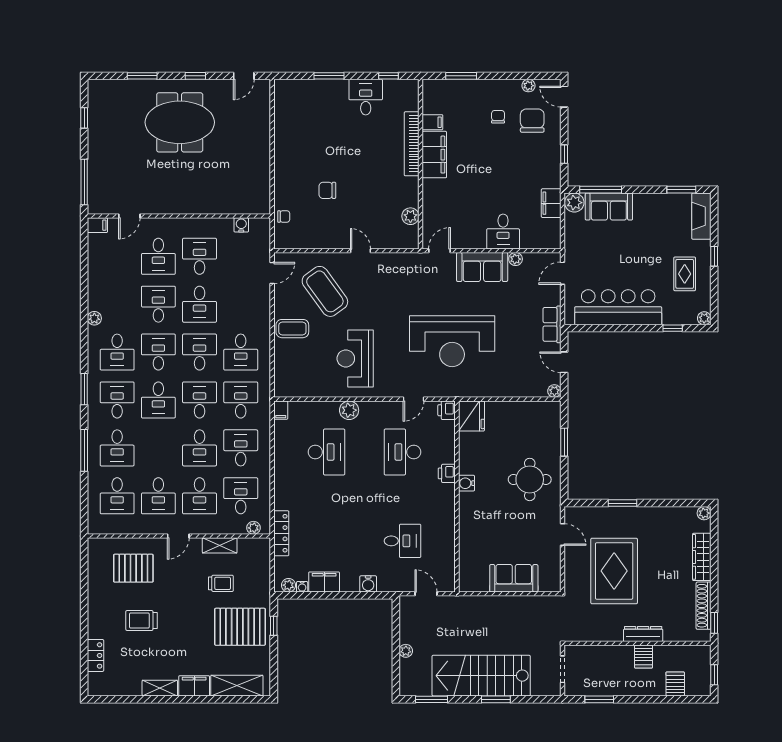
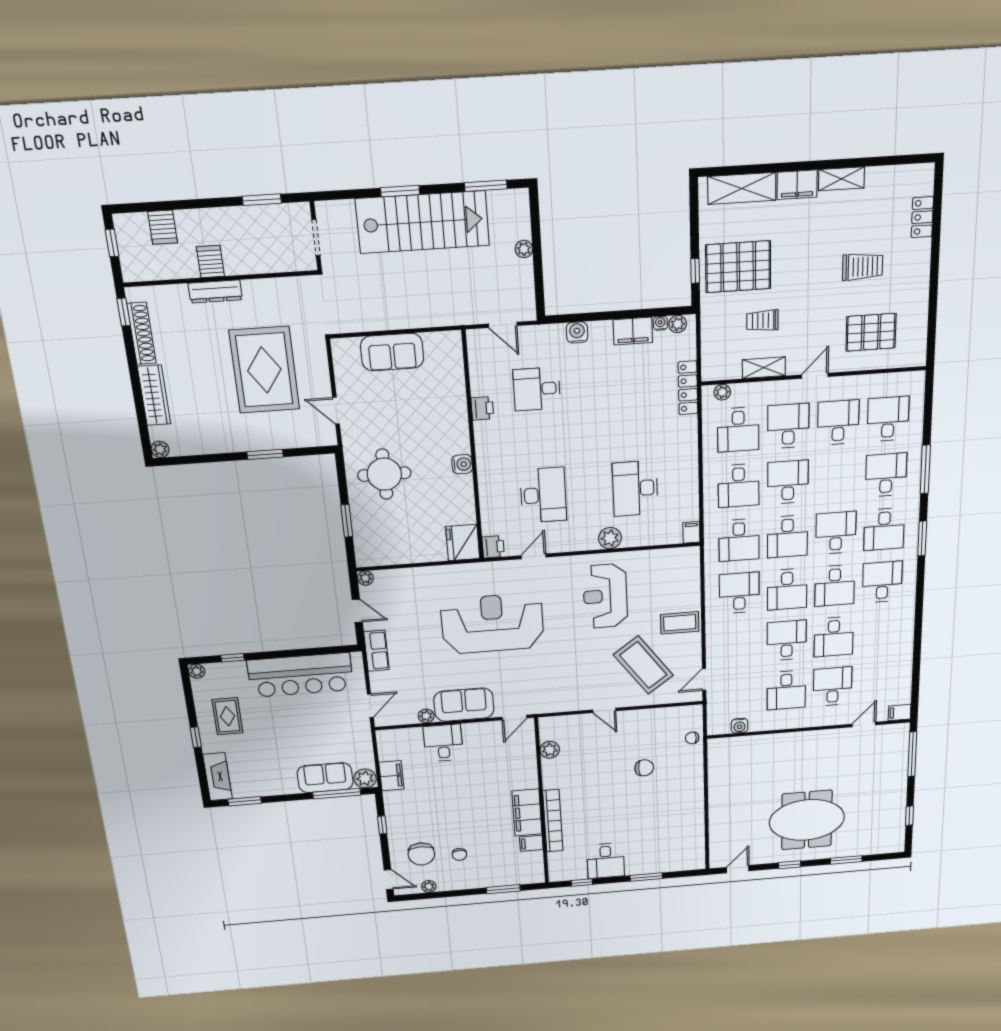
plant: (94, 318) -> (907, 616), removed
reception desk: (355, 358) -> (605, 596), turned 180
printer: (447, 473) -> (482, 408), moved

